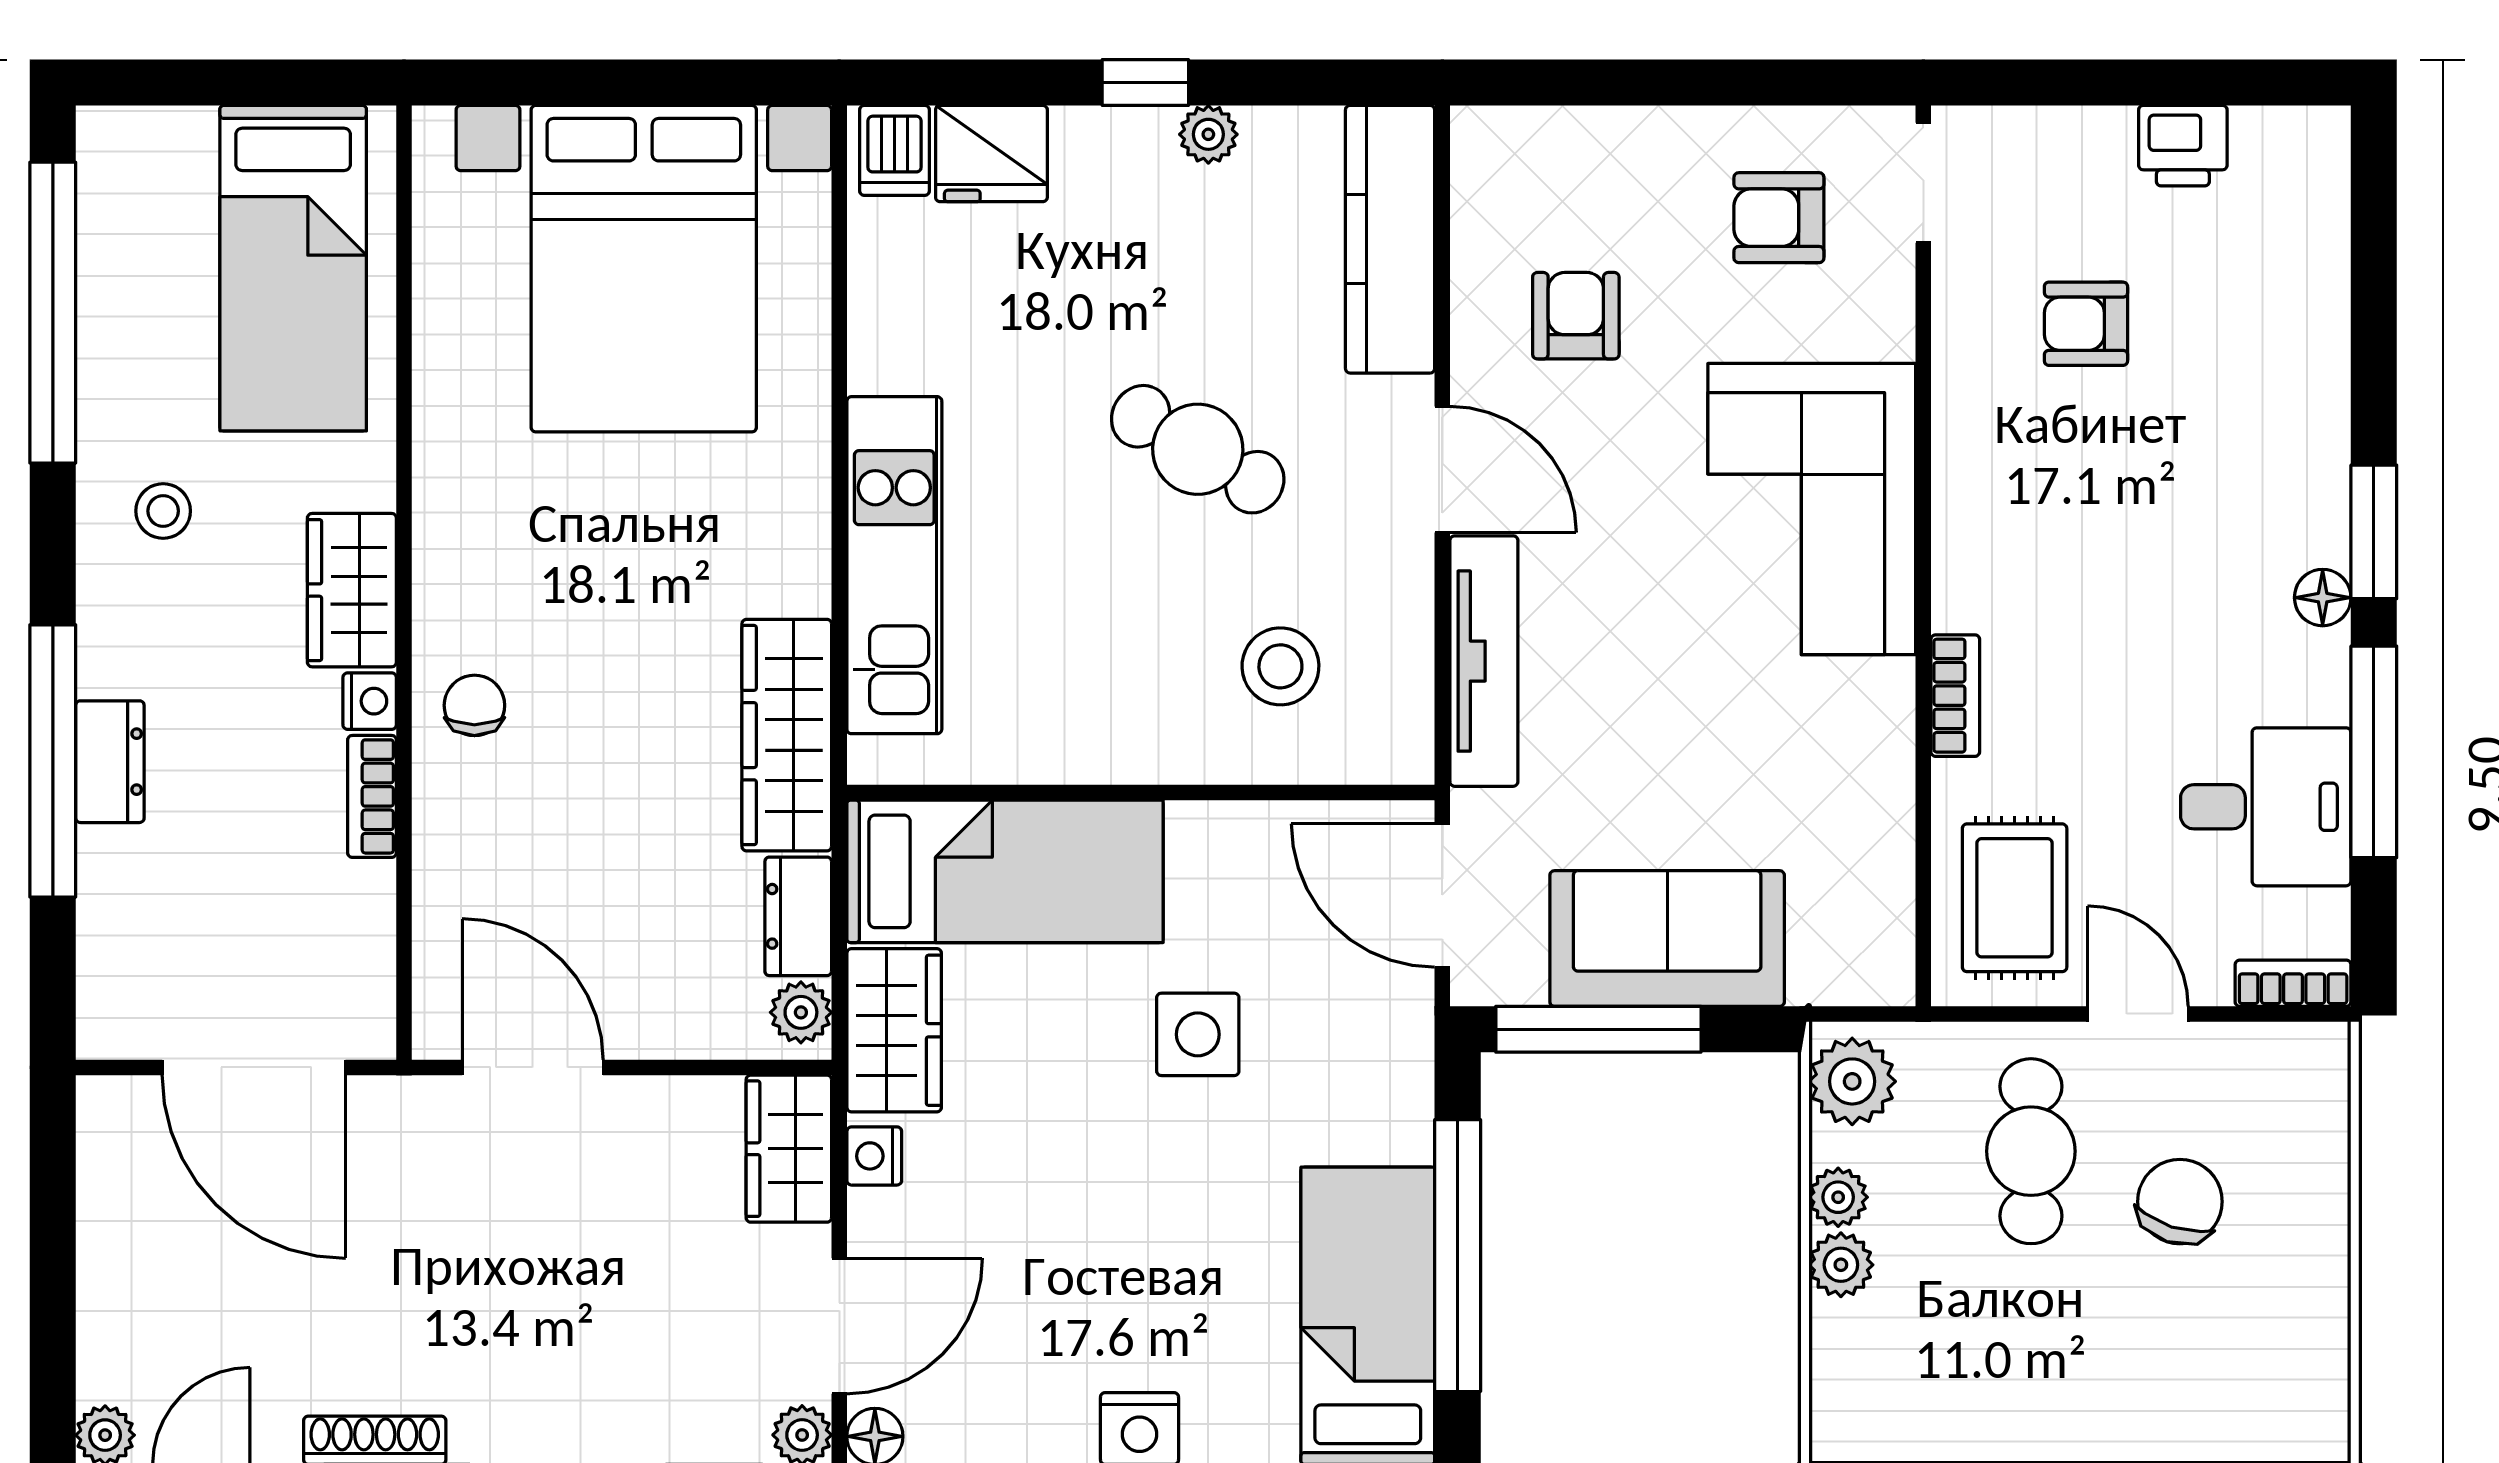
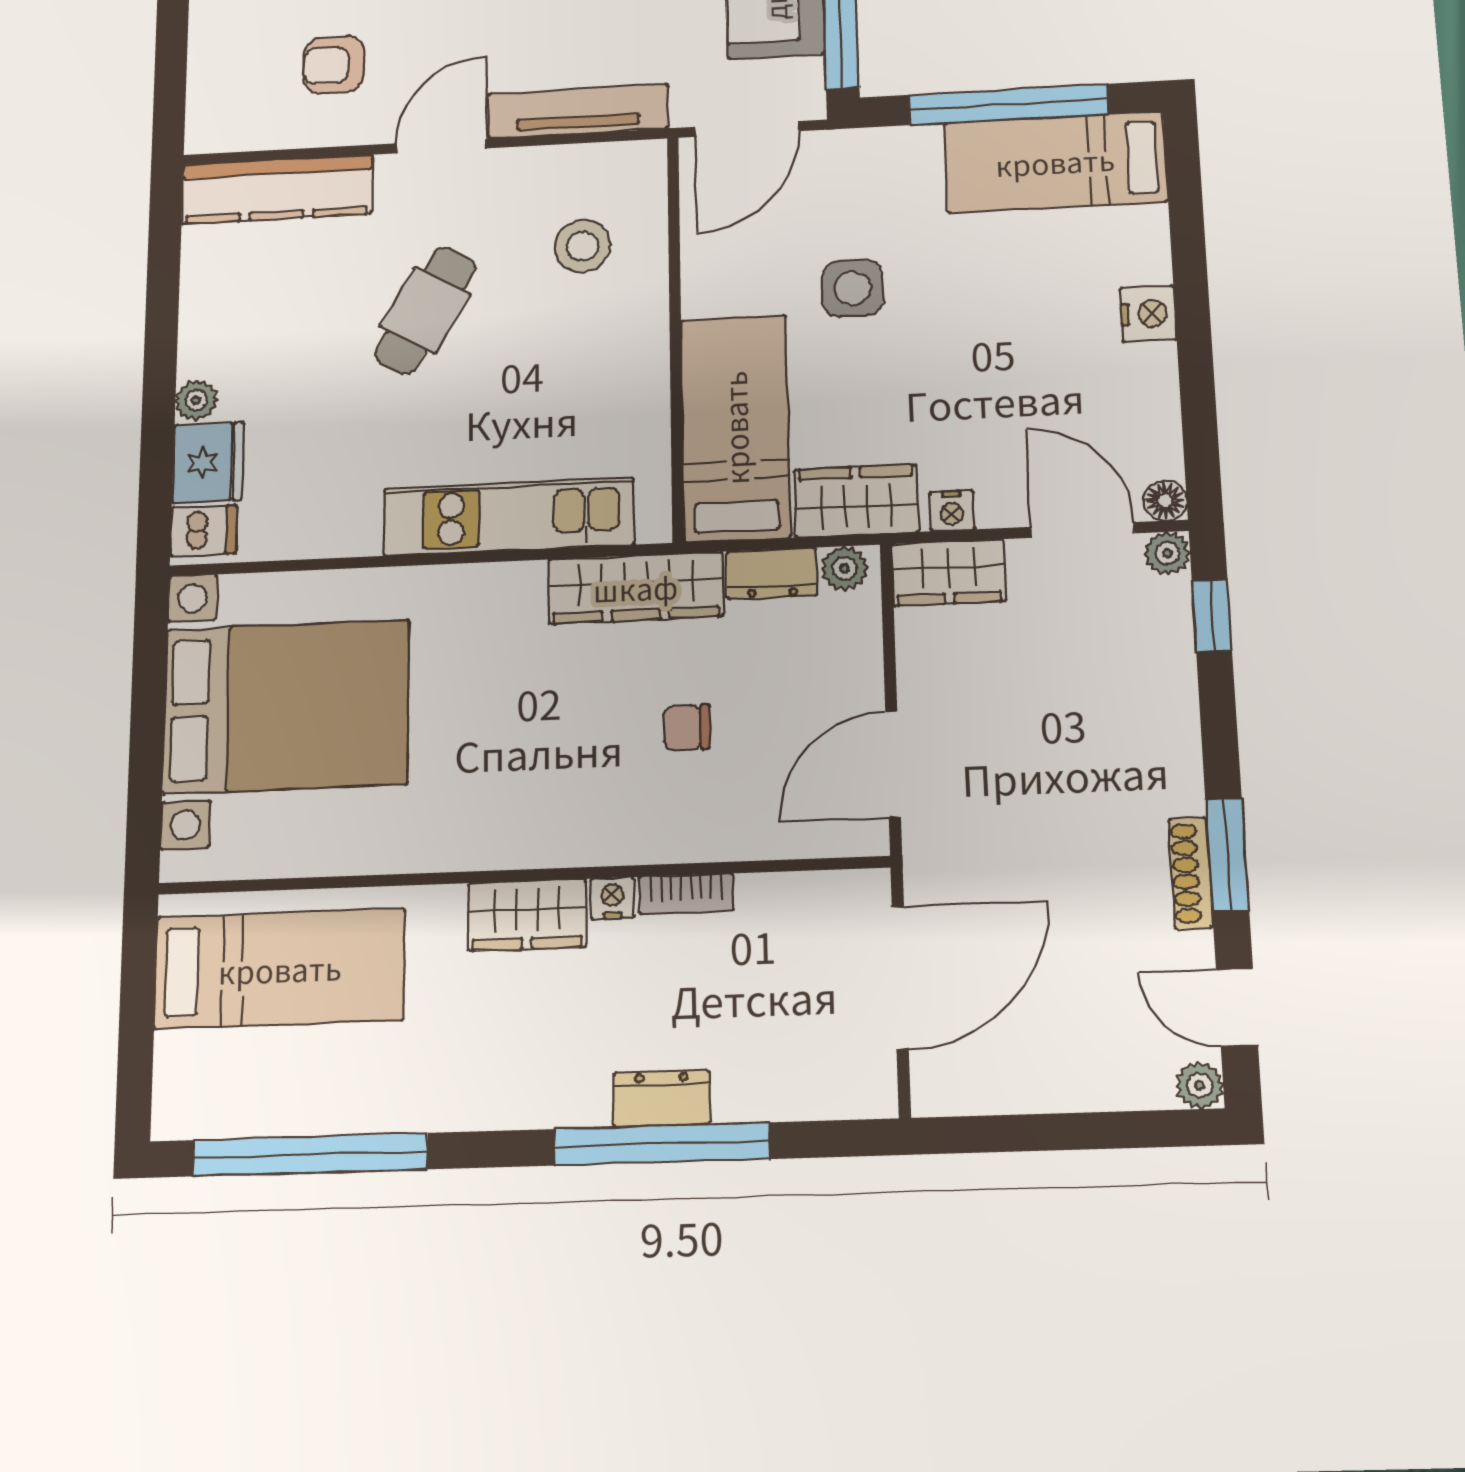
window: (1145, 83) -> (160, 359), removed
plant: (1208, 134) -> (196, 400), moved
stool: (163, 511) -> (465, 1063), removed
chair: (474, 705) -> (687, 728), moved

